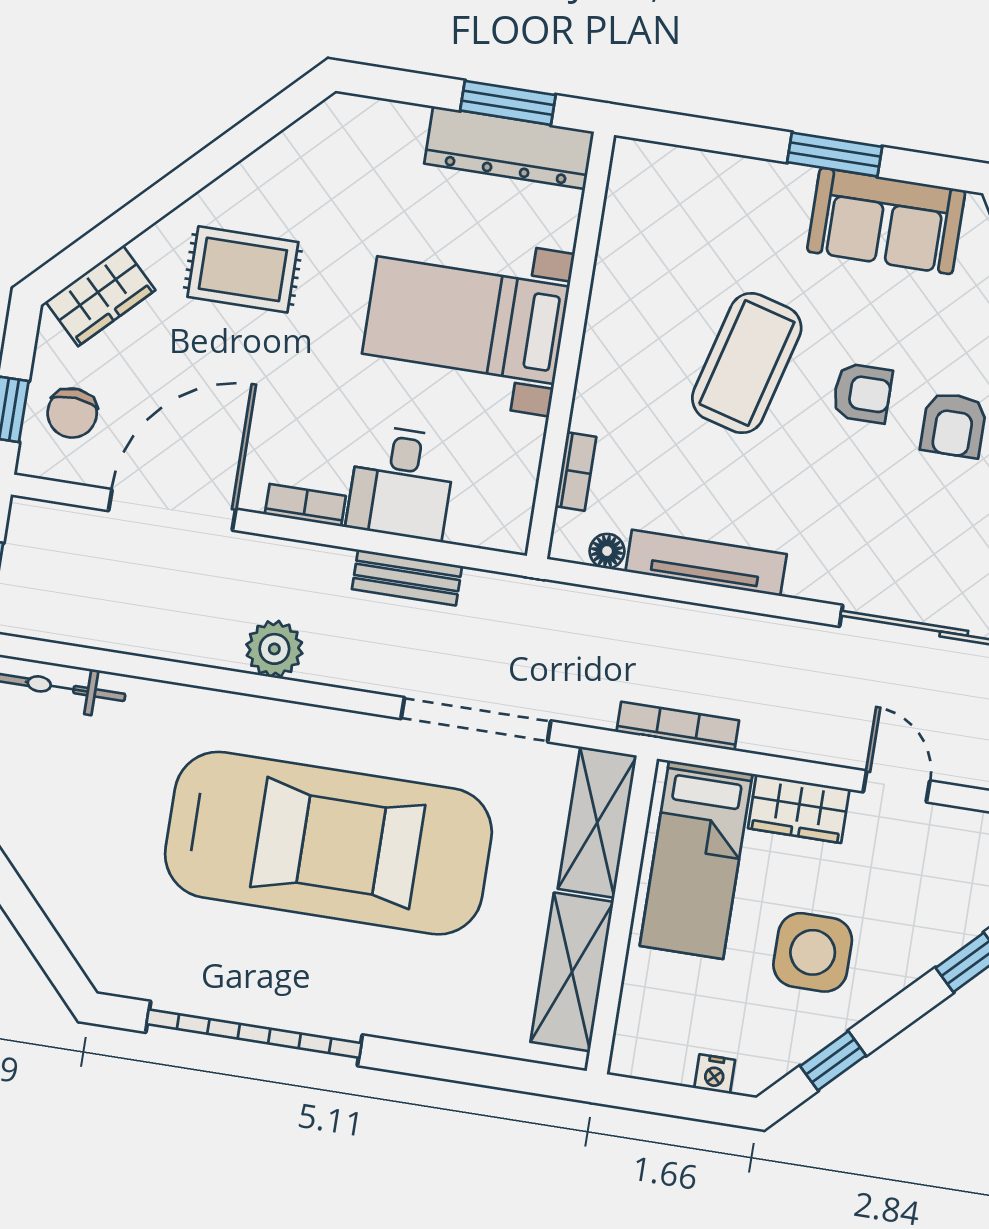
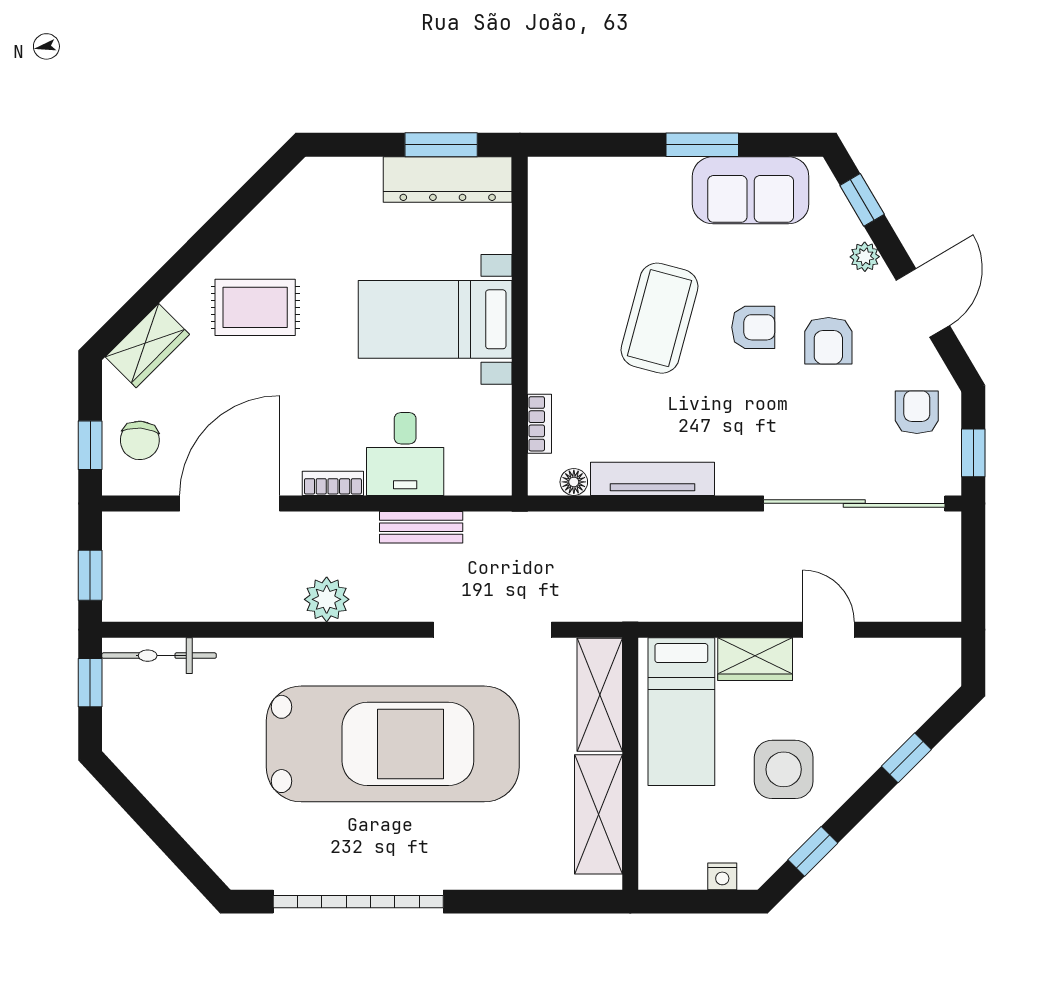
bookcase: (678, 726) -> (651, 610), removed

